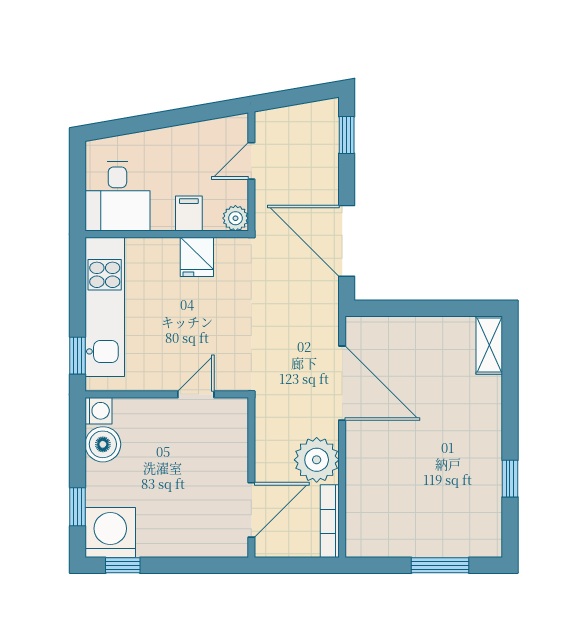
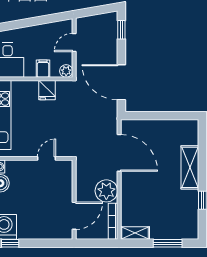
shelving: (489, 345) -> (190, 167), moved, width x1.50, depth x1.33
shelving: (374, 545) -> (135, 233), added

